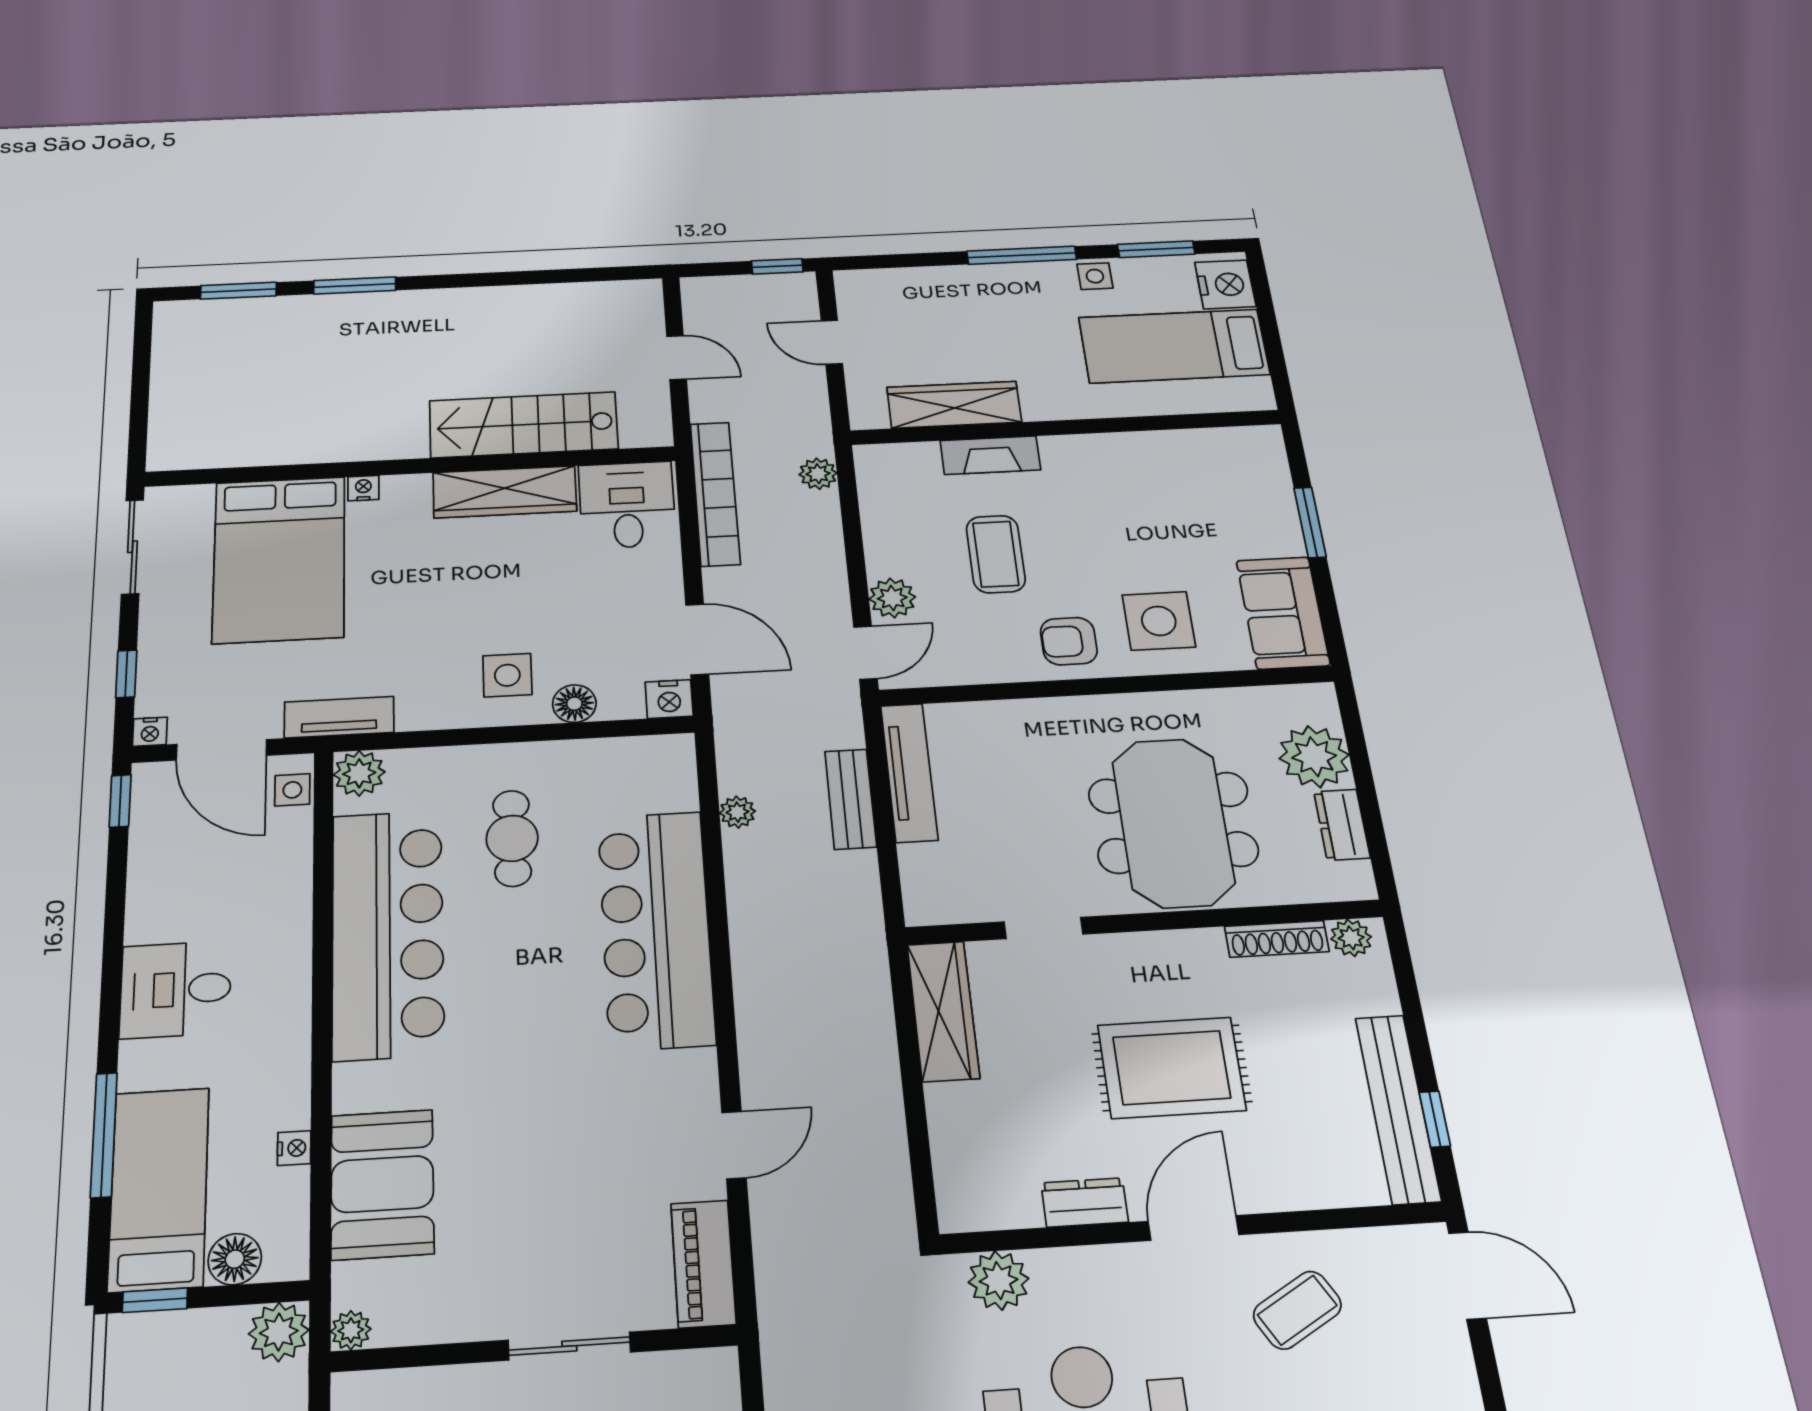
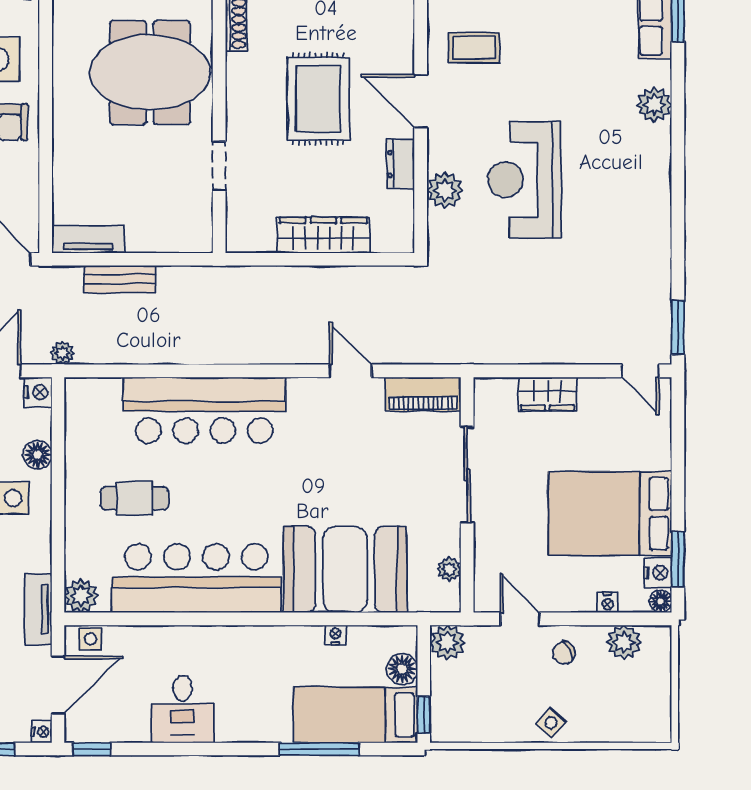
tv unit: (909, 772) -> (88, 239), width x0.71
plant: (737, 812) -> (63, 353), moved
desk: (176, 989) -> (182, 709), moved
wardrobe: (943, 1011) -> (323, 235), moved
booth: (382, 1184) -> (345, 569), width x1.36, depth x1.42
plant: (999, 1280) -> (445, 190), moved
coffee table: (1297, 1310) -> (474, 48), turned -60
plant: (351, 1330) -> (449, 569), moved
sliding door: (569, 1346) -> (467, 475), width x1.37

